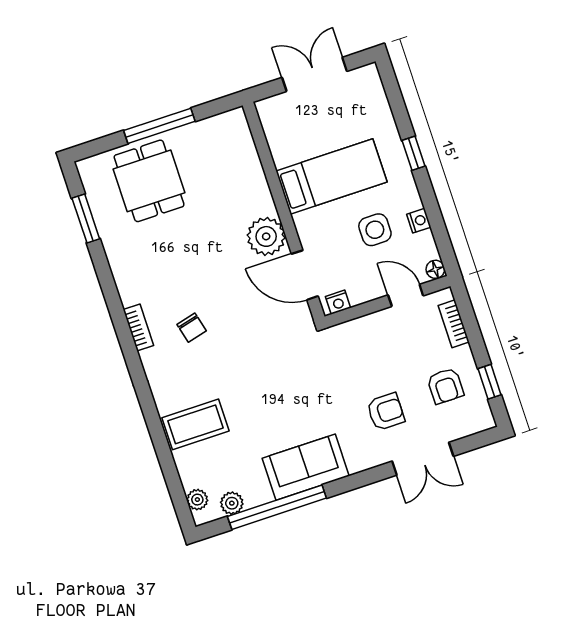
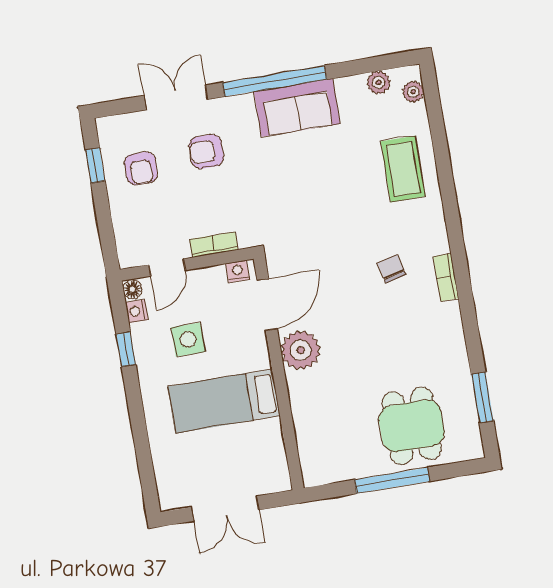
window: (413, 153) -> (126, 349), moved
nightstand: (419, 221) -> (137, 311), moved
door: (305, 275) -> (267, 304), hinge flipped
door: (406, 295) -> (167, 267), hinge flipped
bookcase: (454, 324) -> (214, 245), moved, turned -90
armchair: (445, 386) -> (141, 168), turned 180
coffee table: (196, 424) -> (403, 169), turned 90
window: (277, 507) -> (275, 81), moved

